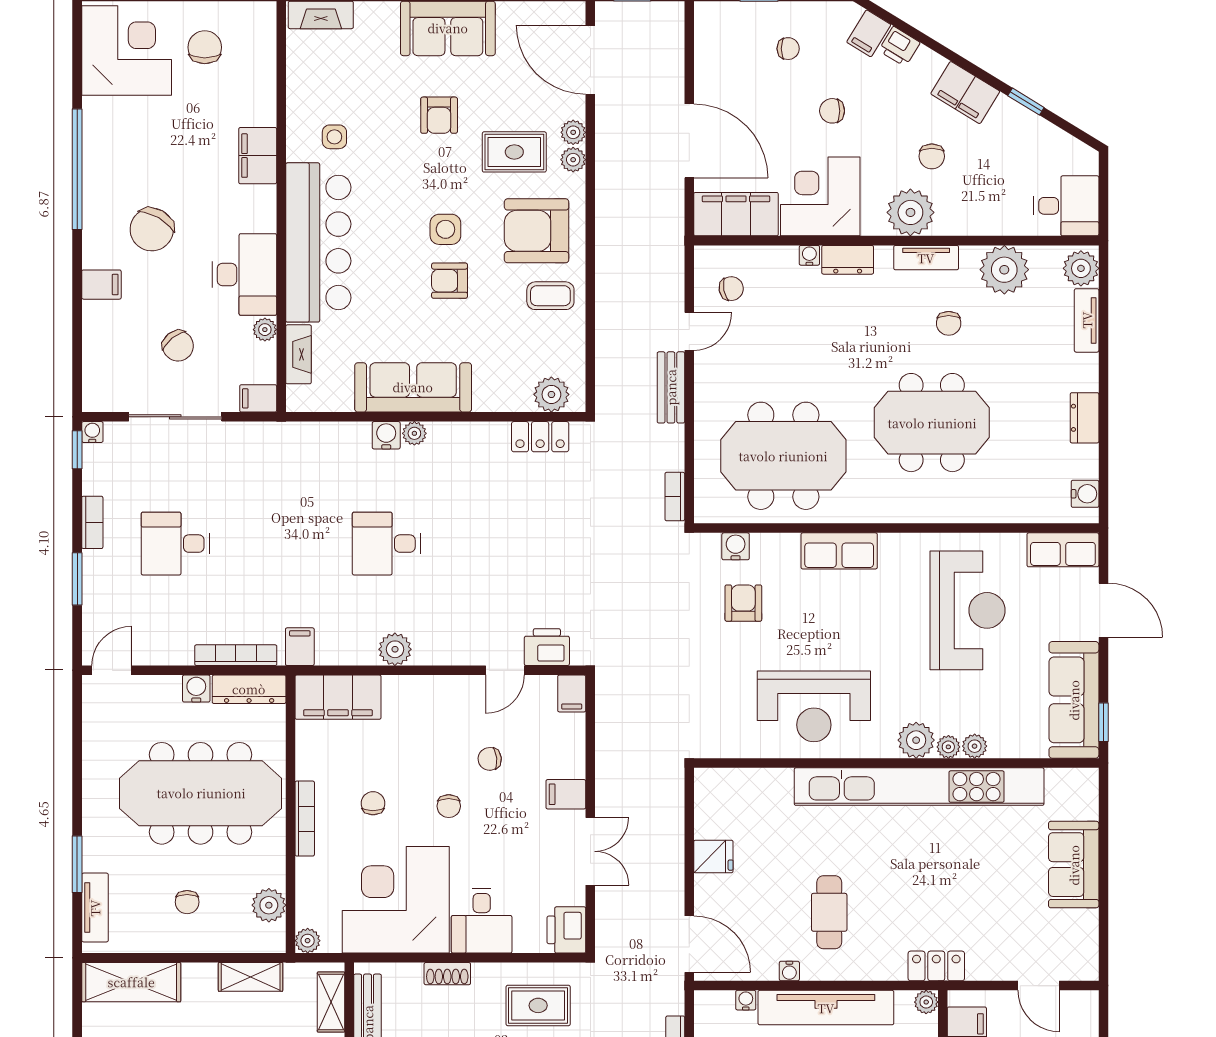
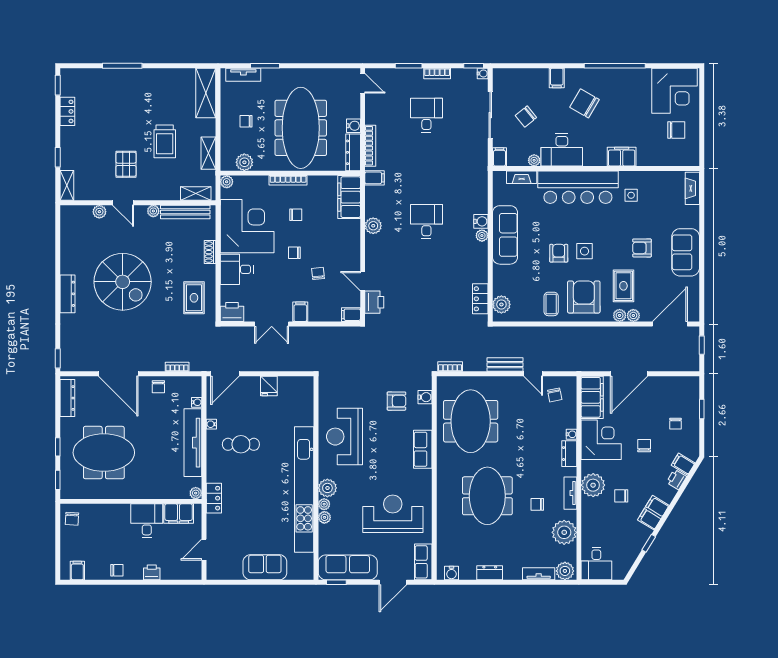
reception desk: (968, 610) -> (393, 514), turned 180

